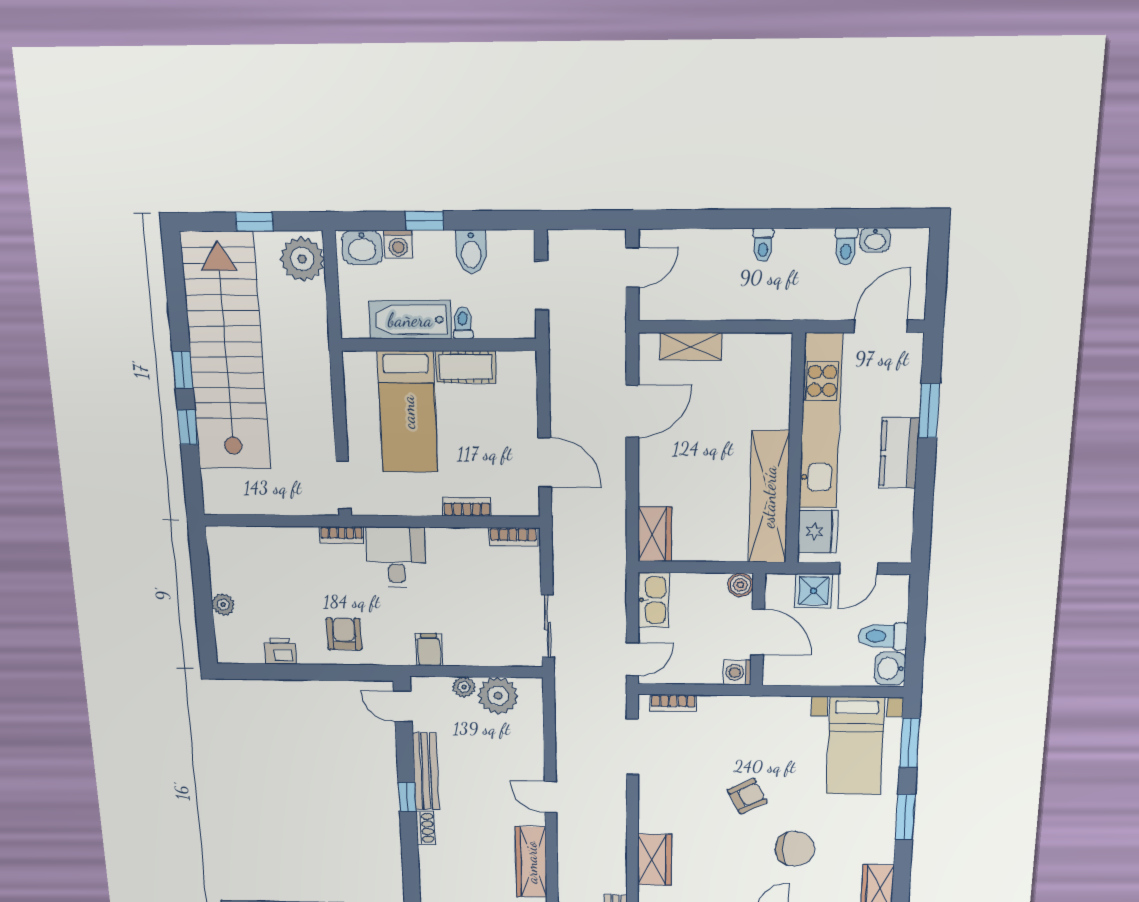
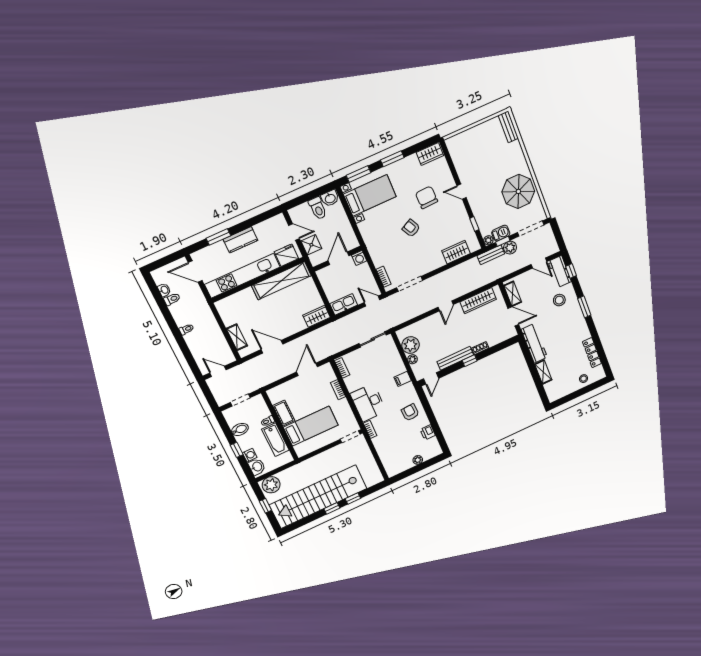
desk: (396, 557) -> (368, 403), width x1.37
boiler: (740, 585) -> (322, 274), removed
armchair: (344, 634) -> (410, 412), turned 86

